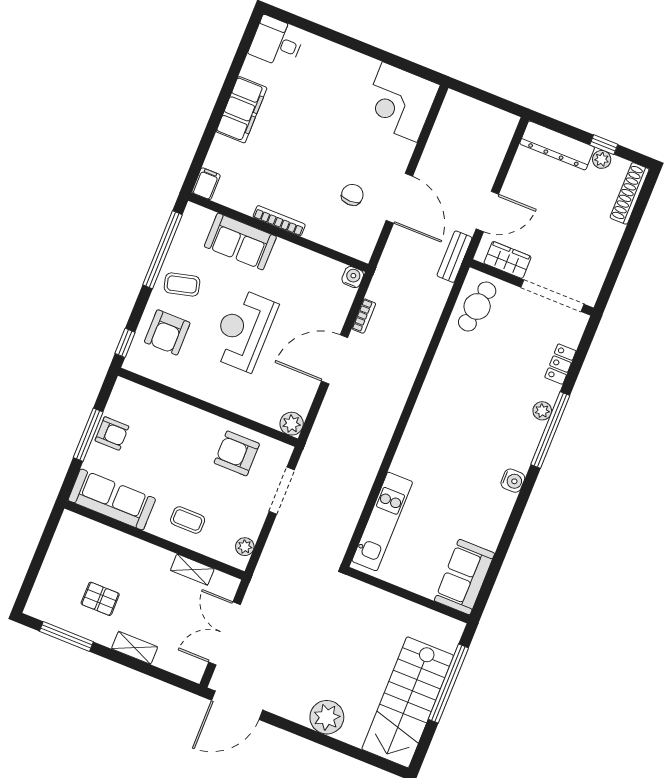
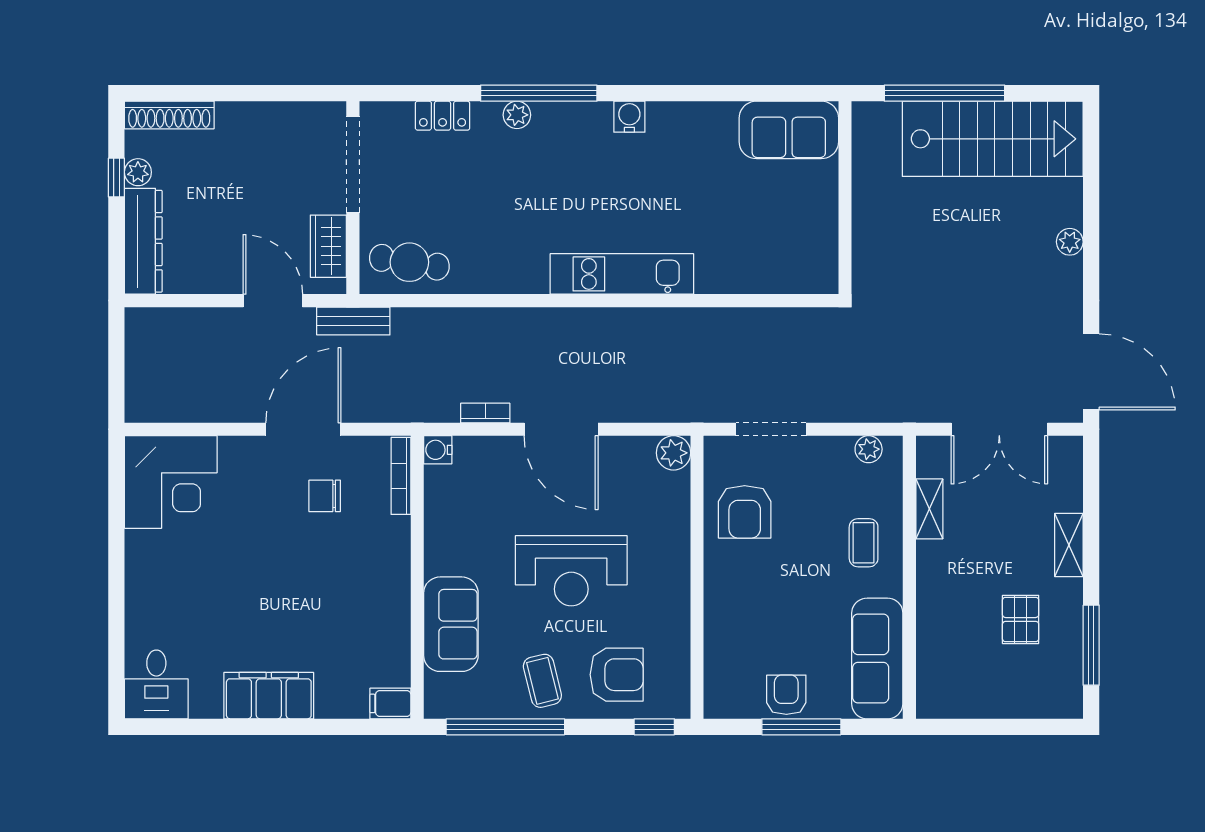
bookcase: (279, 221) -> (401, 476), moved
kitchen unit: (382, 521) -> (622, 274), moved
plant: (327, 717) -> (1070, 242), width x0.53, depth x0.53

